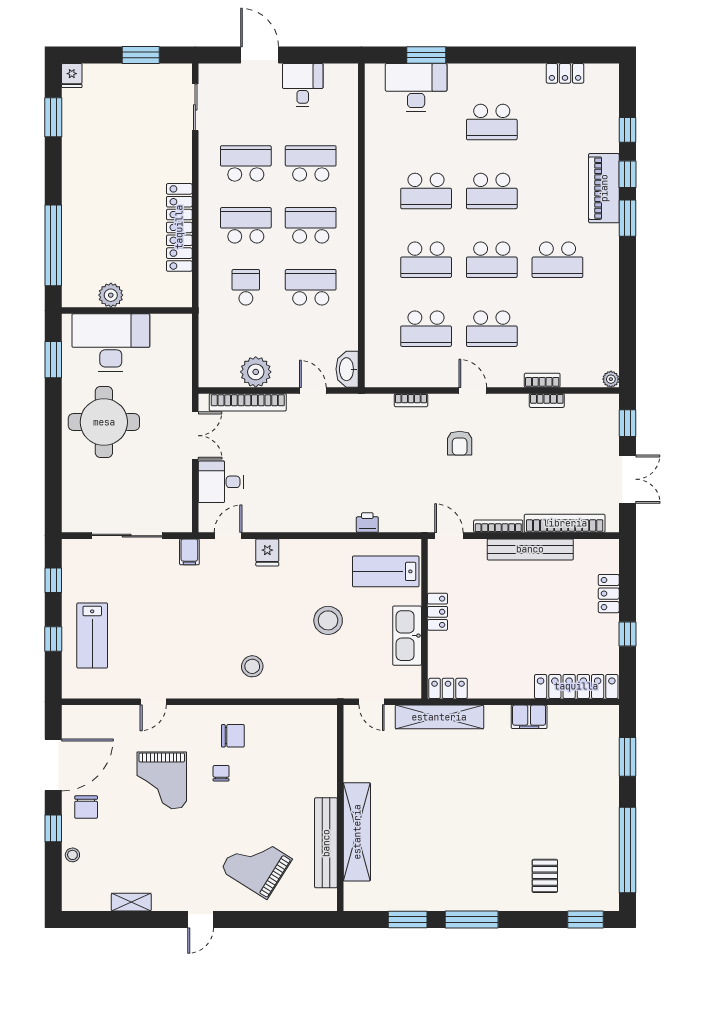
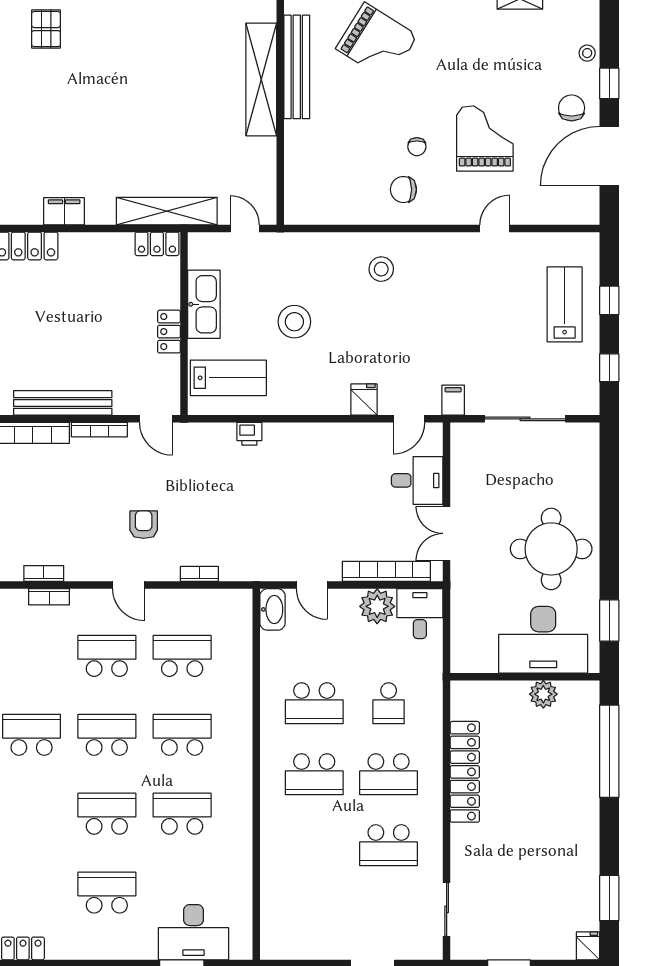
desk: (303, 85) -> (420, 614), moved, turned 180
school desk: (311, 163) -> (314, 845), removed

